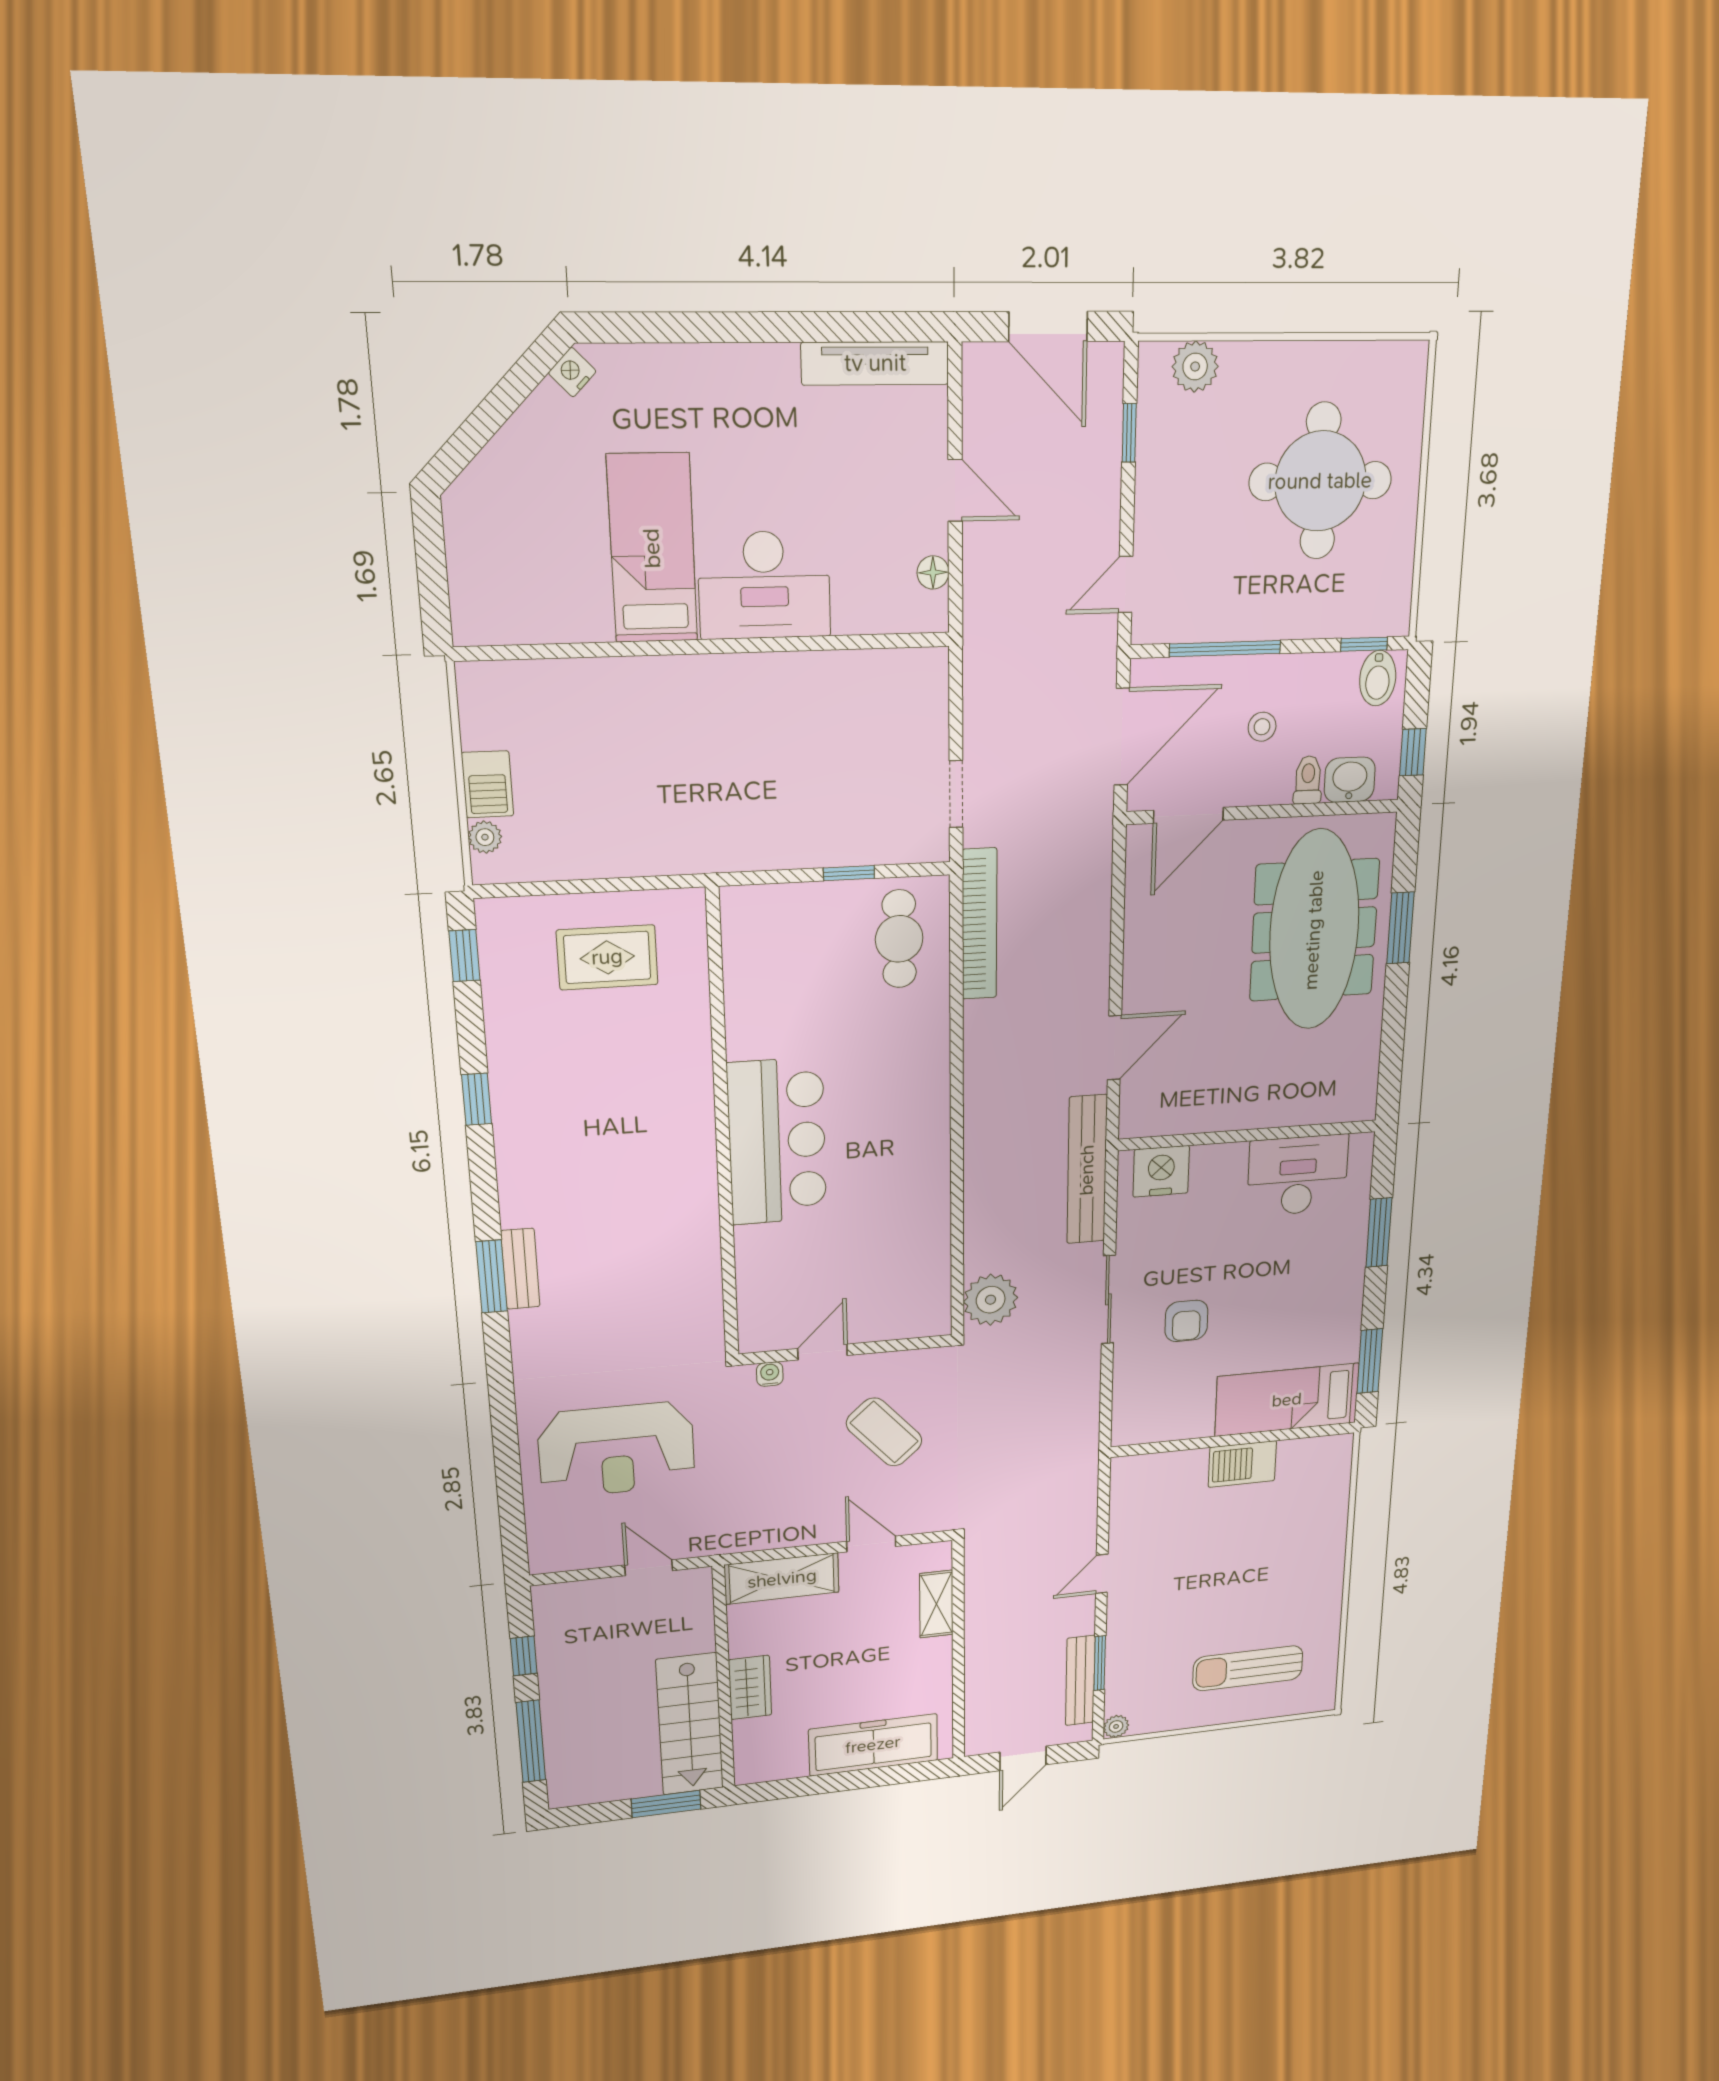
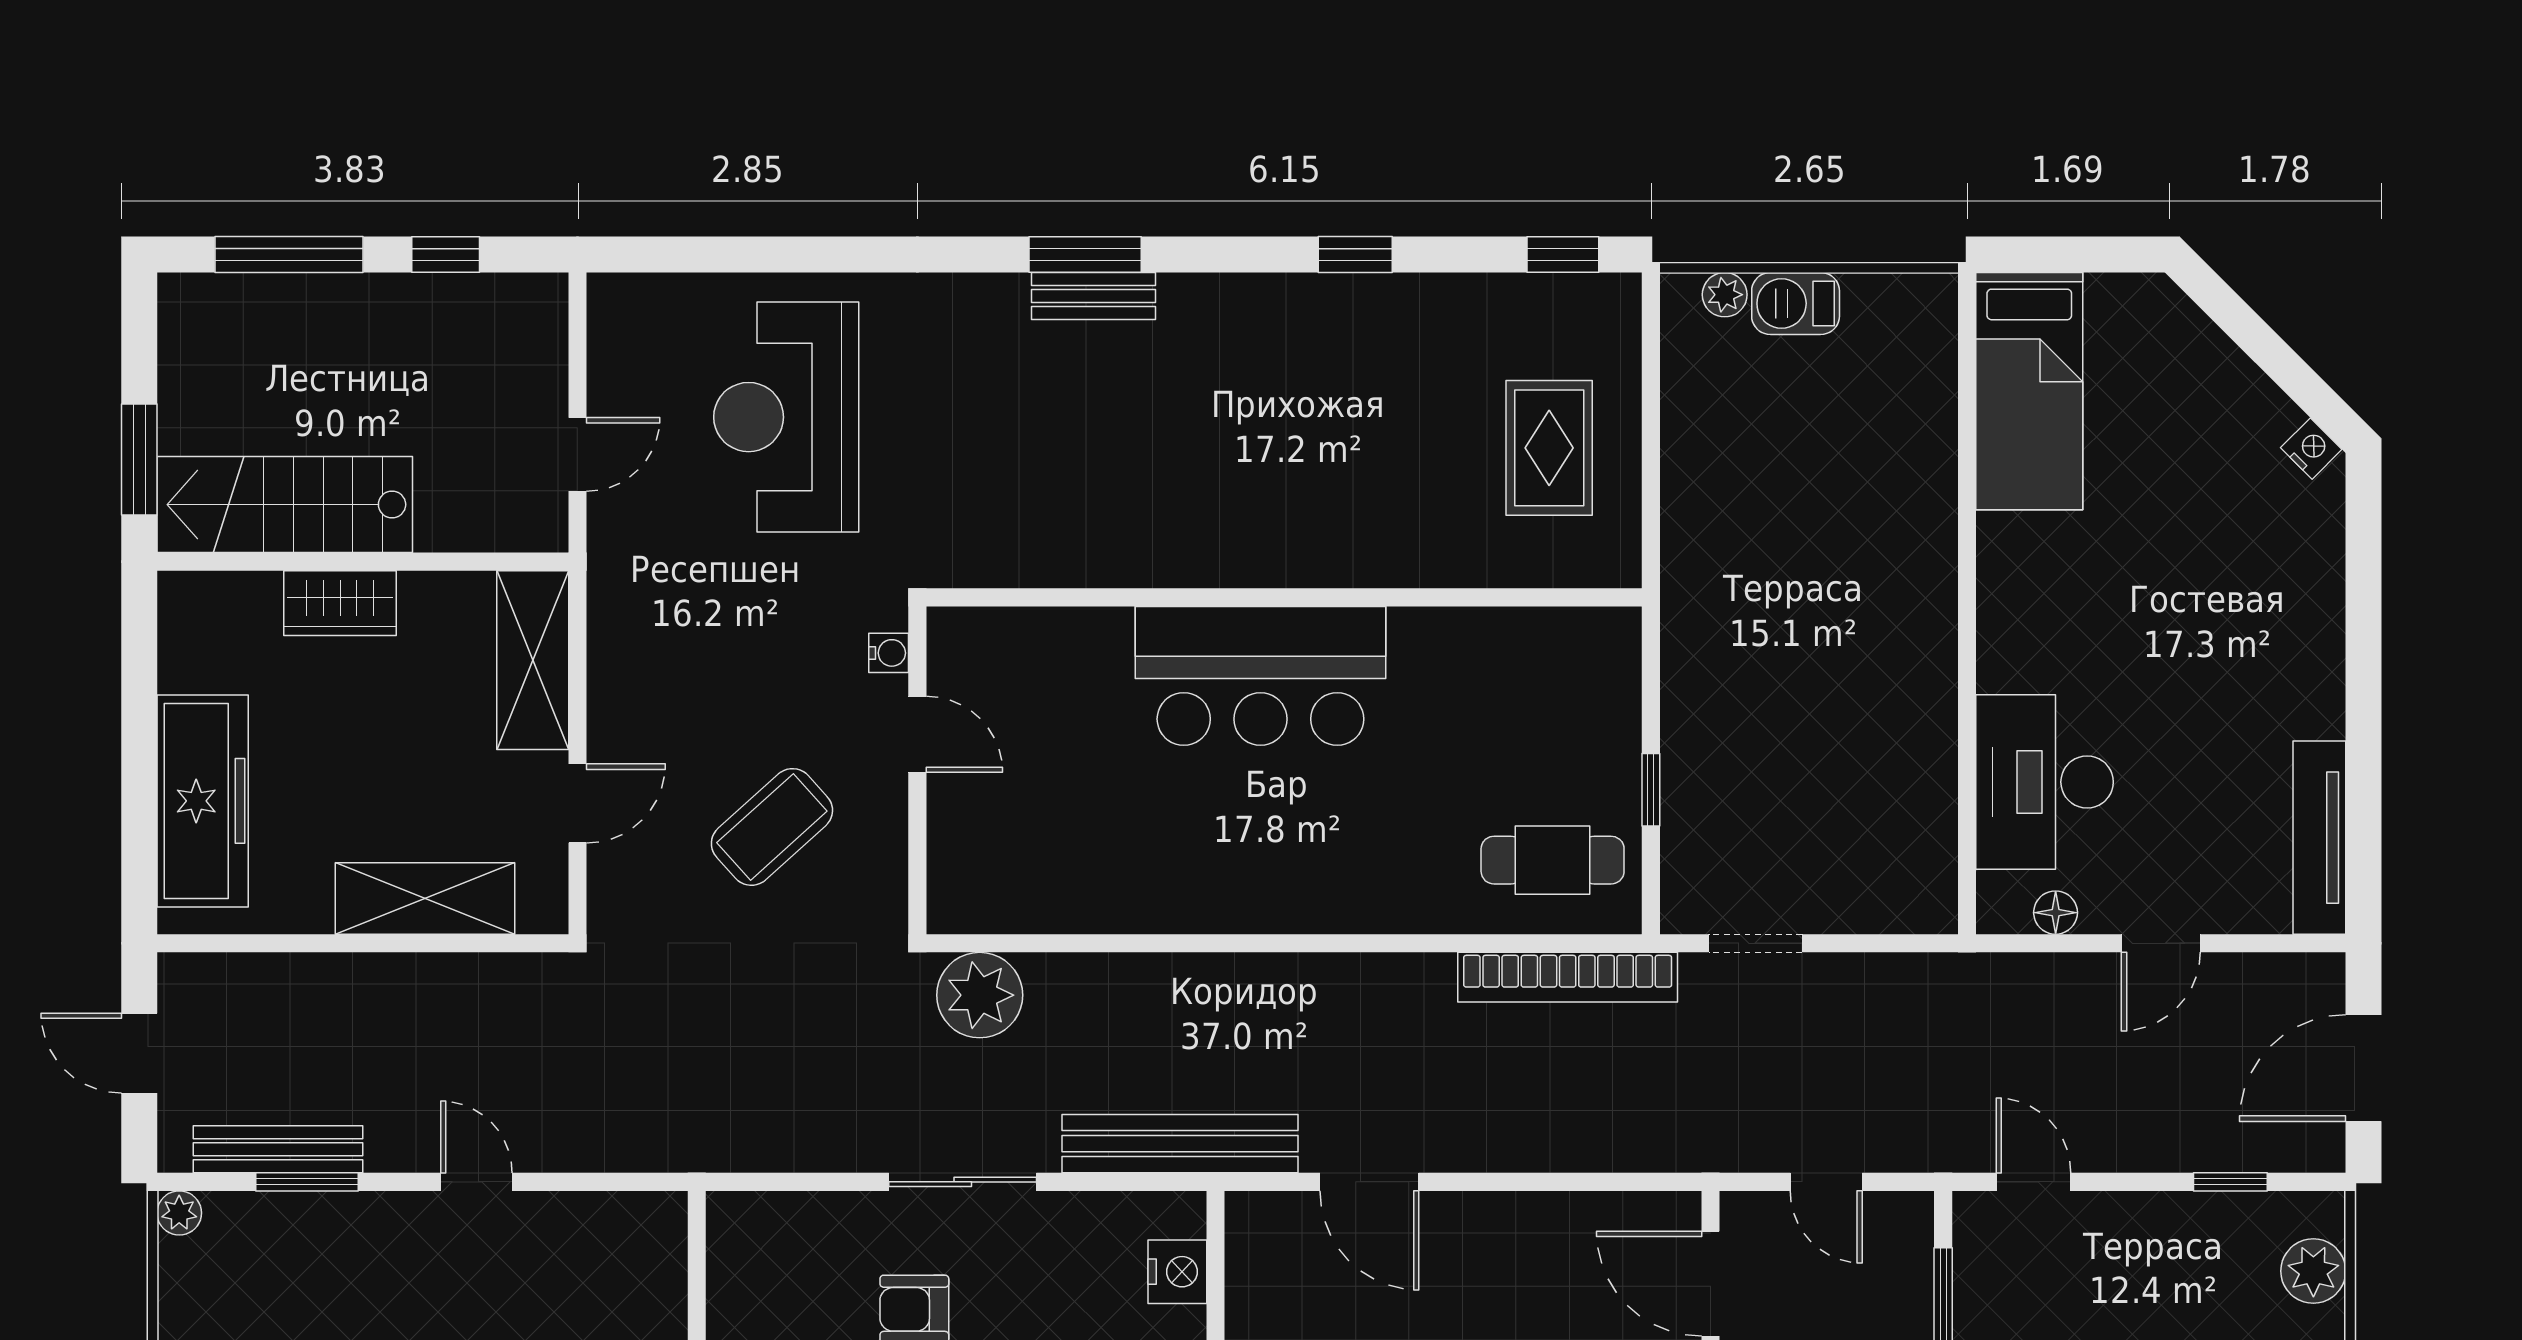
bed: (652, 548) -> (2029, 391), moved, turned 90
desk: (764, 585) -> (2045, 782), moved
door: (1122, 737) -> (1826, 1182), width x0.53
nightstand: (1161, 1171) -> (1177, 1272), width x0.74, depth x0.75
shelving: (936, 1604) -> (425, 899), width x1.50, depth x1.33

